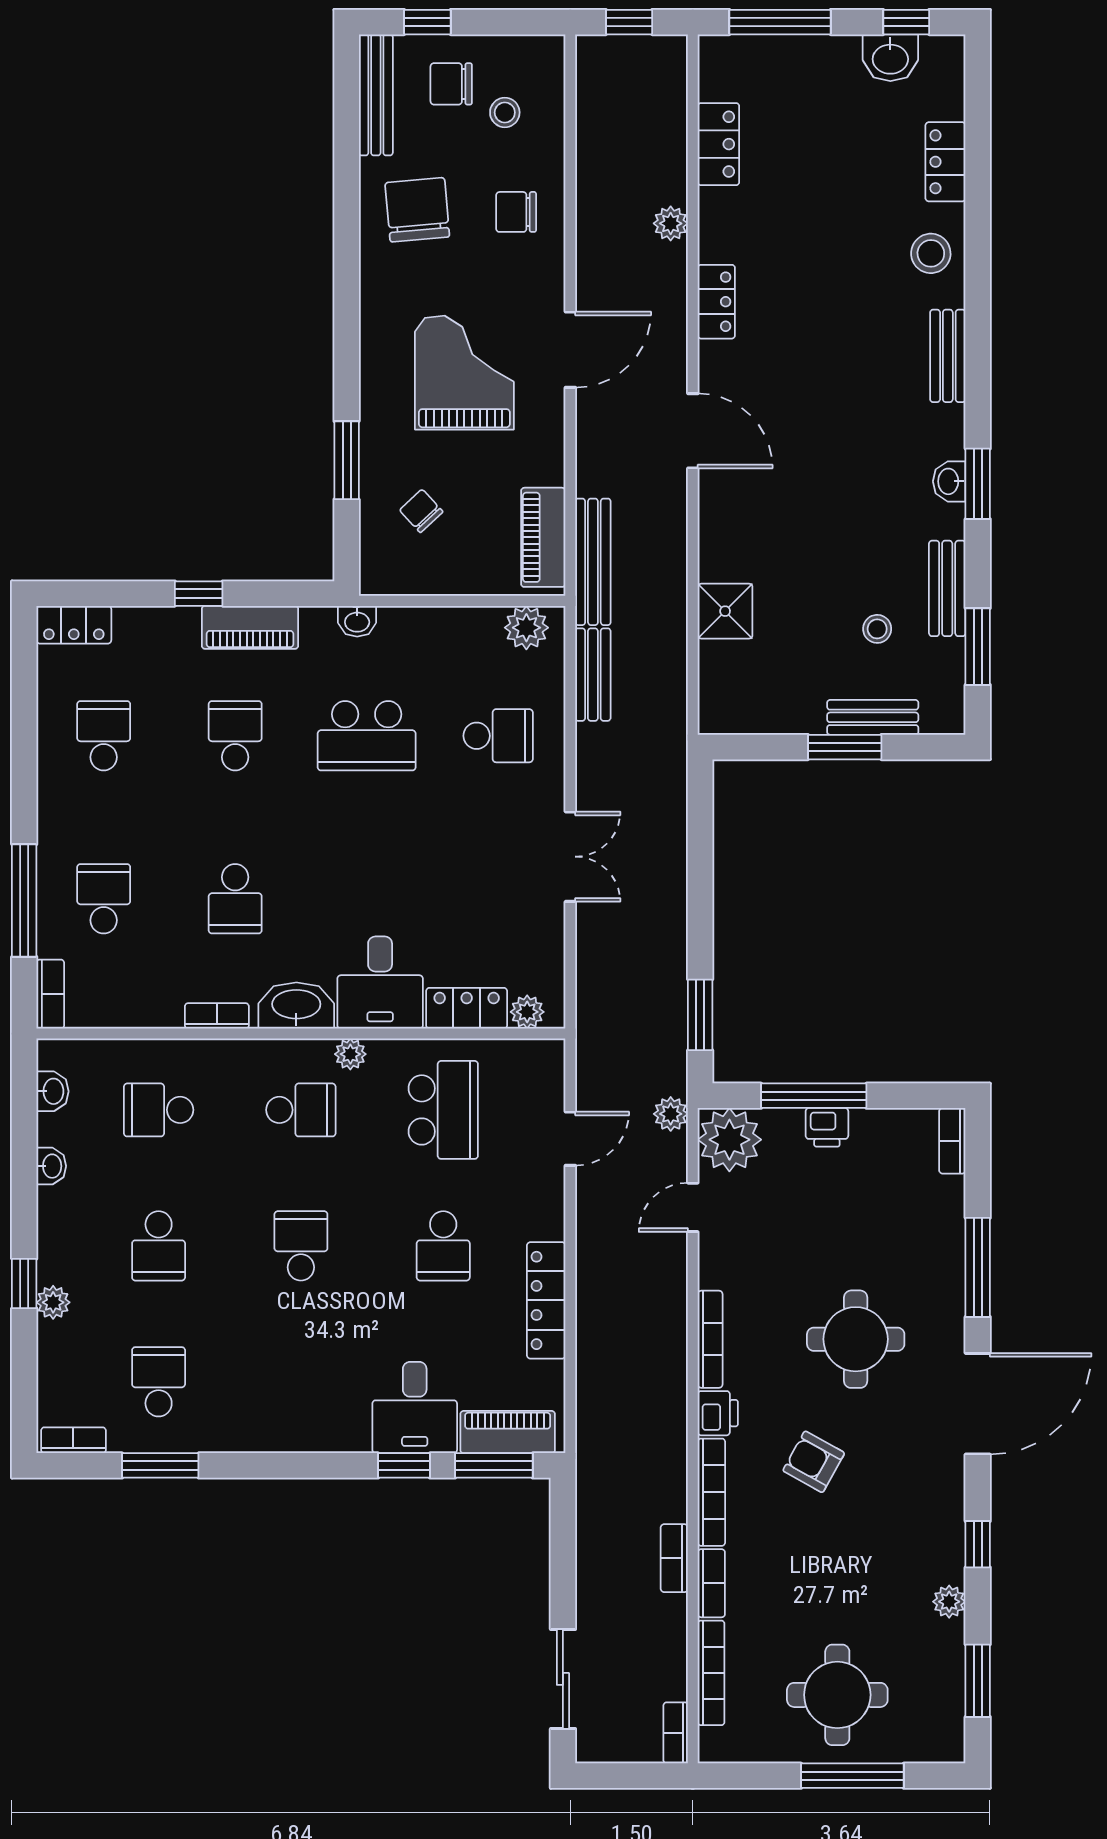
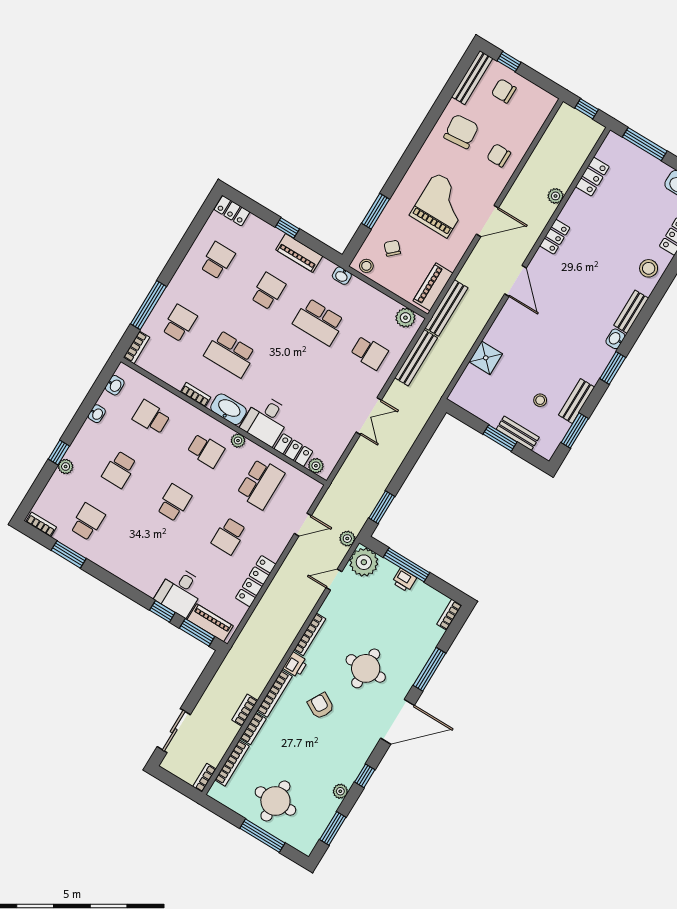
stool: (505, 112) -> (366, 266), moved
washbasin: (949, 481) -> (615, 339), moved
bench: (593, 675) -> (416, 358), width x1.36
school desk: (235, 899) -> (230, 354), width x1.85

